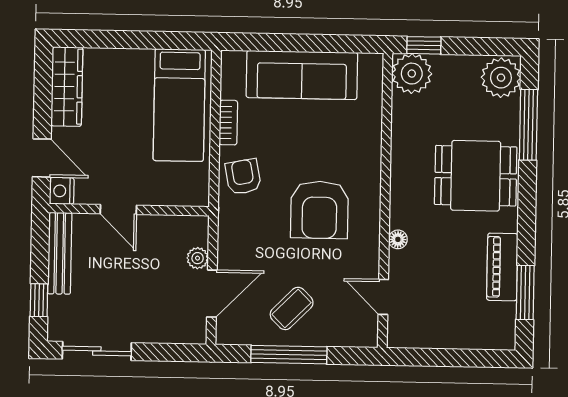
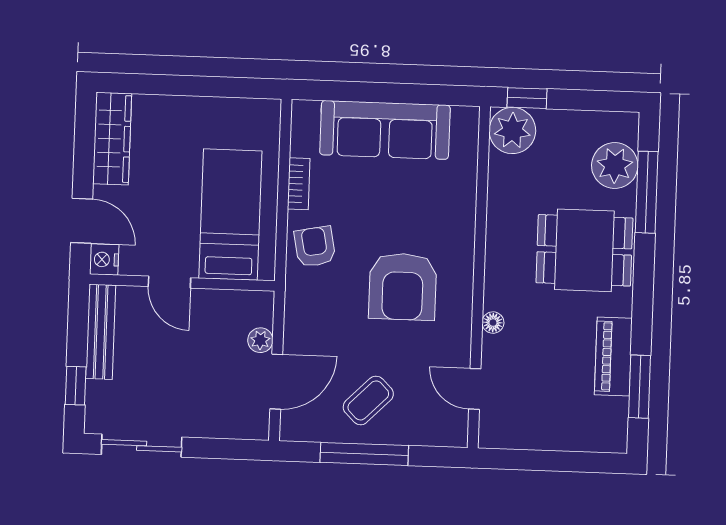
plant: (501, 78) -> (615, 166), moved
bed: (179, 105) -> (230, 215), moved, turned 180

